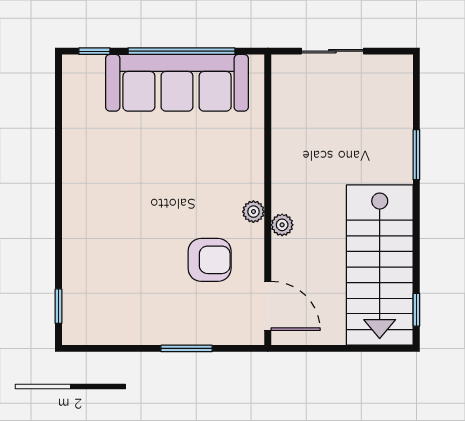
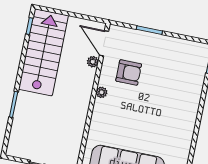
plant: (282, 225) -> (93, 62), moved
armchair: (210, 260) -> (129, 72), turned 180

